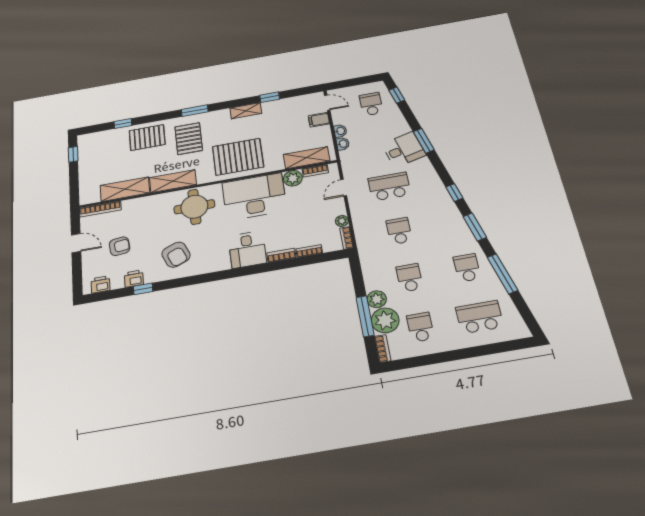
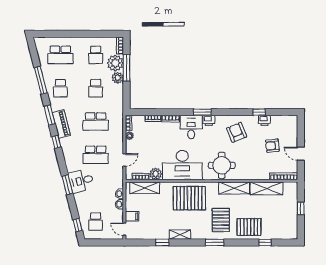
window: (73, 154) -> (301, 208), moved
piano: (453, 218) -> (61, 124), added
school desk: (399, 231) -> (96, 121), width x1.85
window: (232, 273) -> (202, 112), added
printer: (100, 284) -> (209, 120), moved

